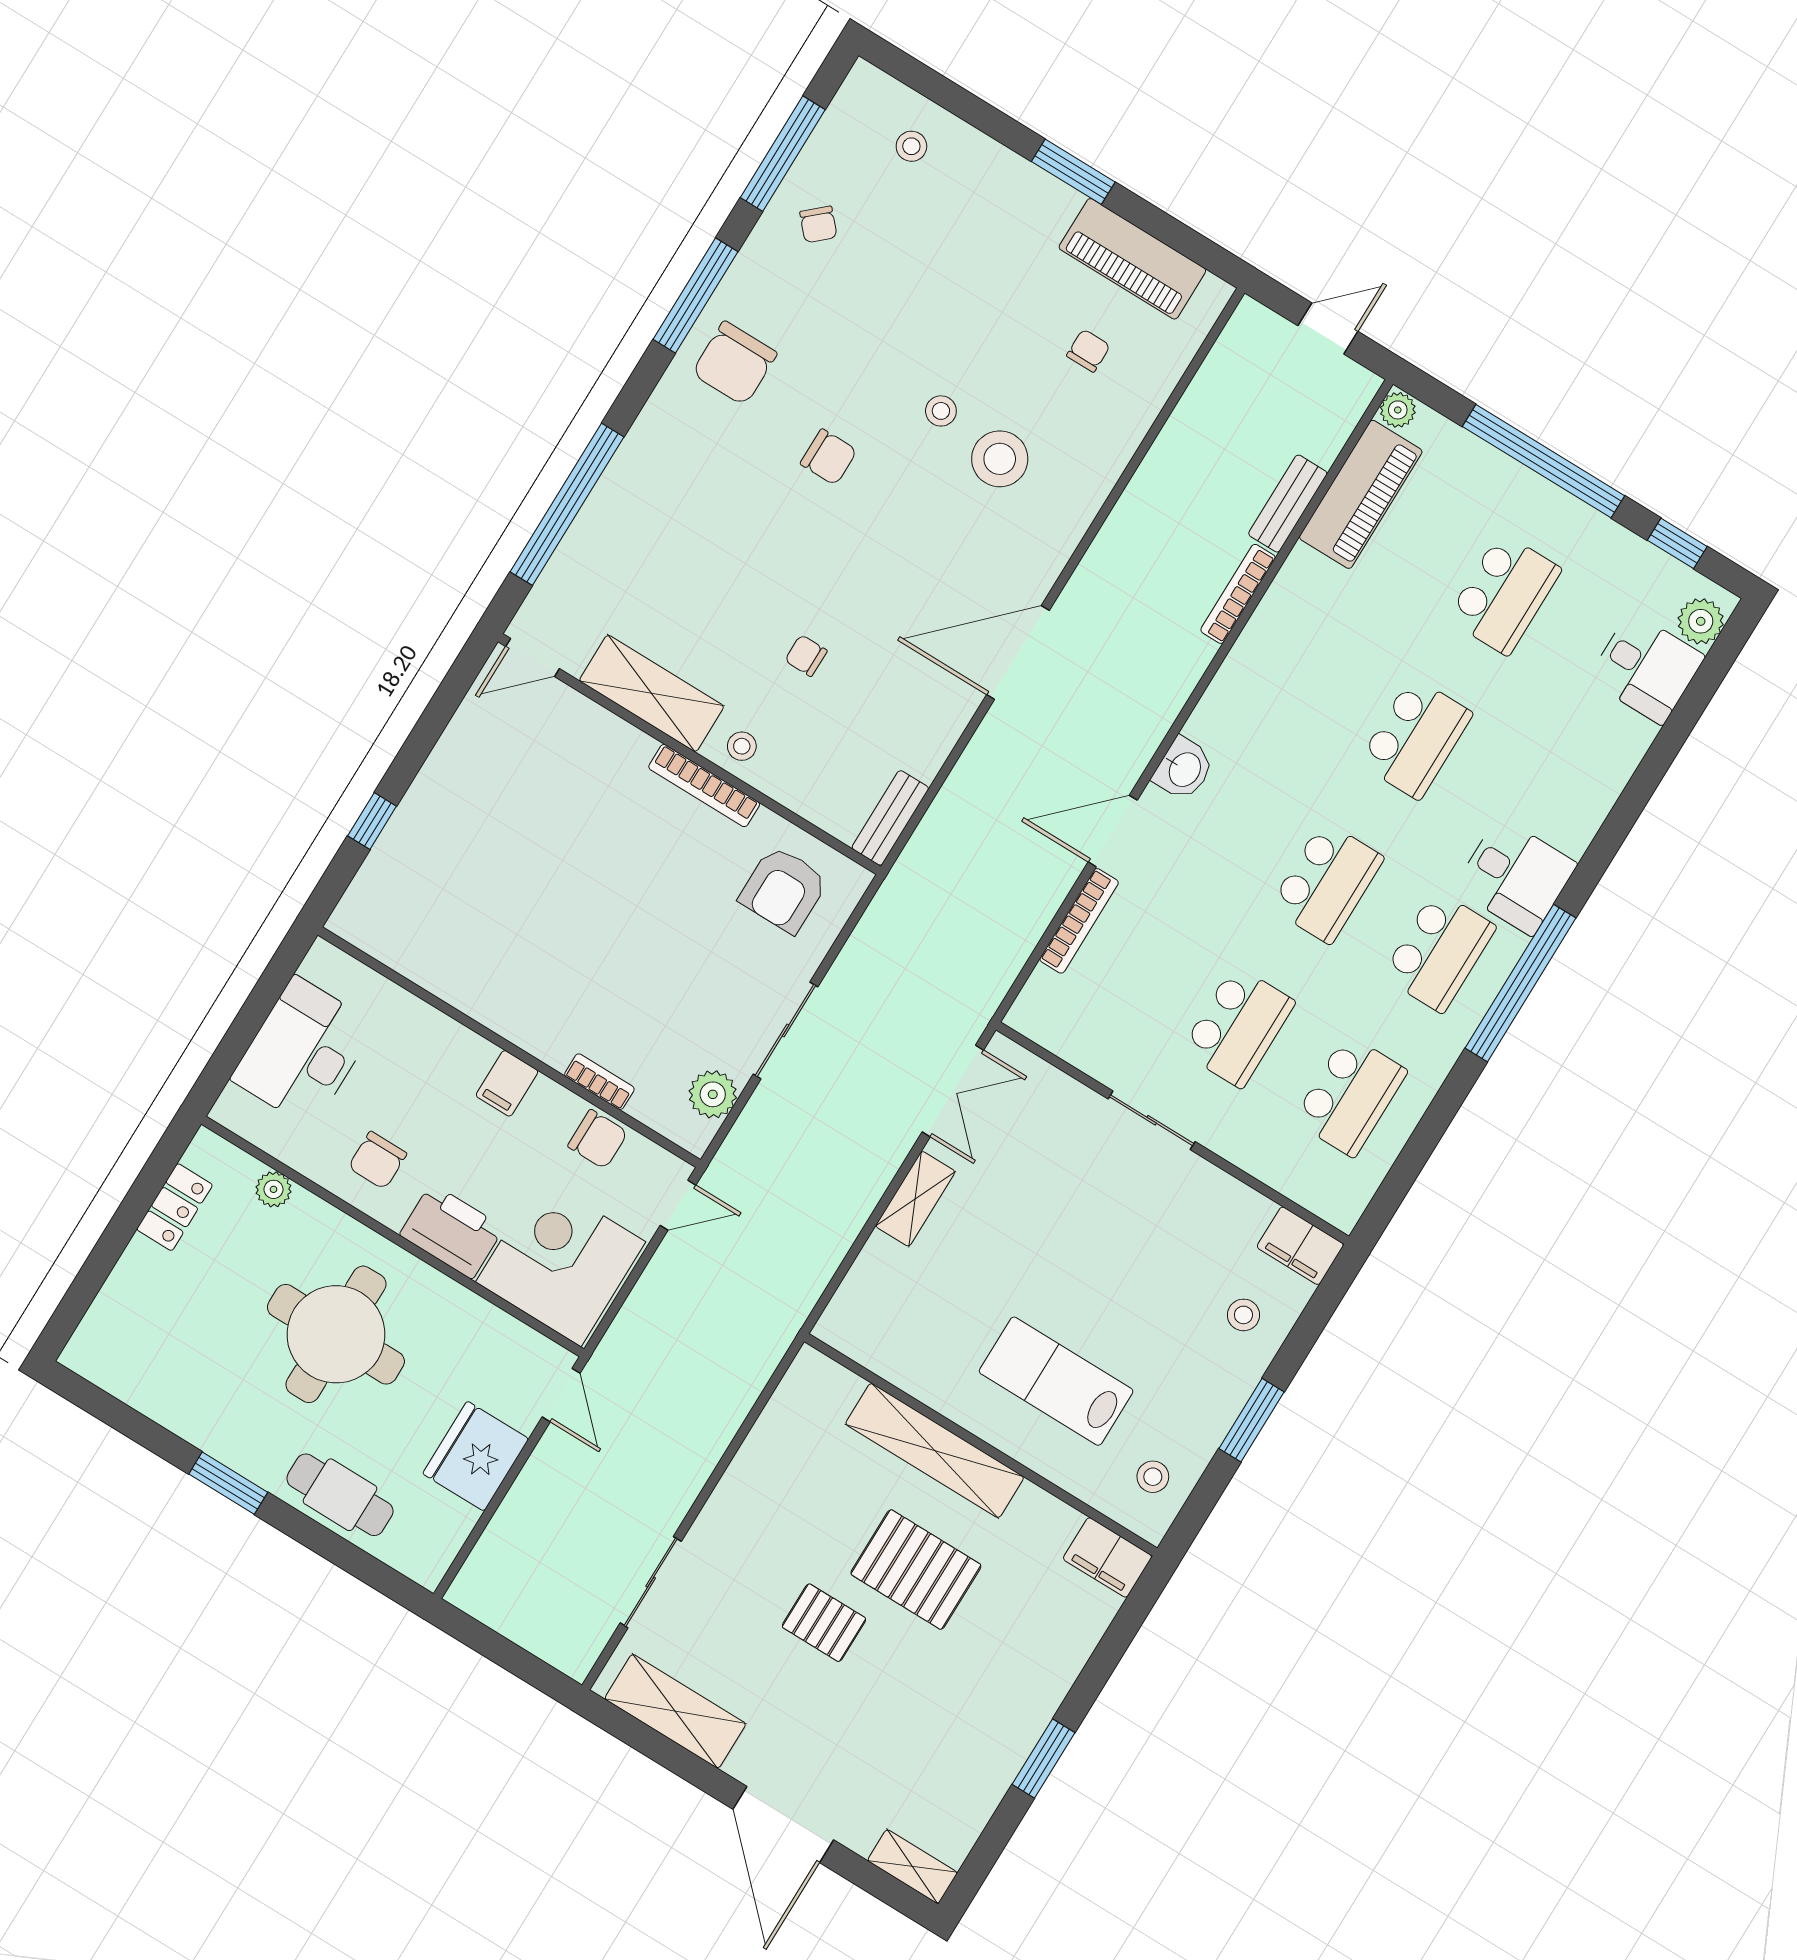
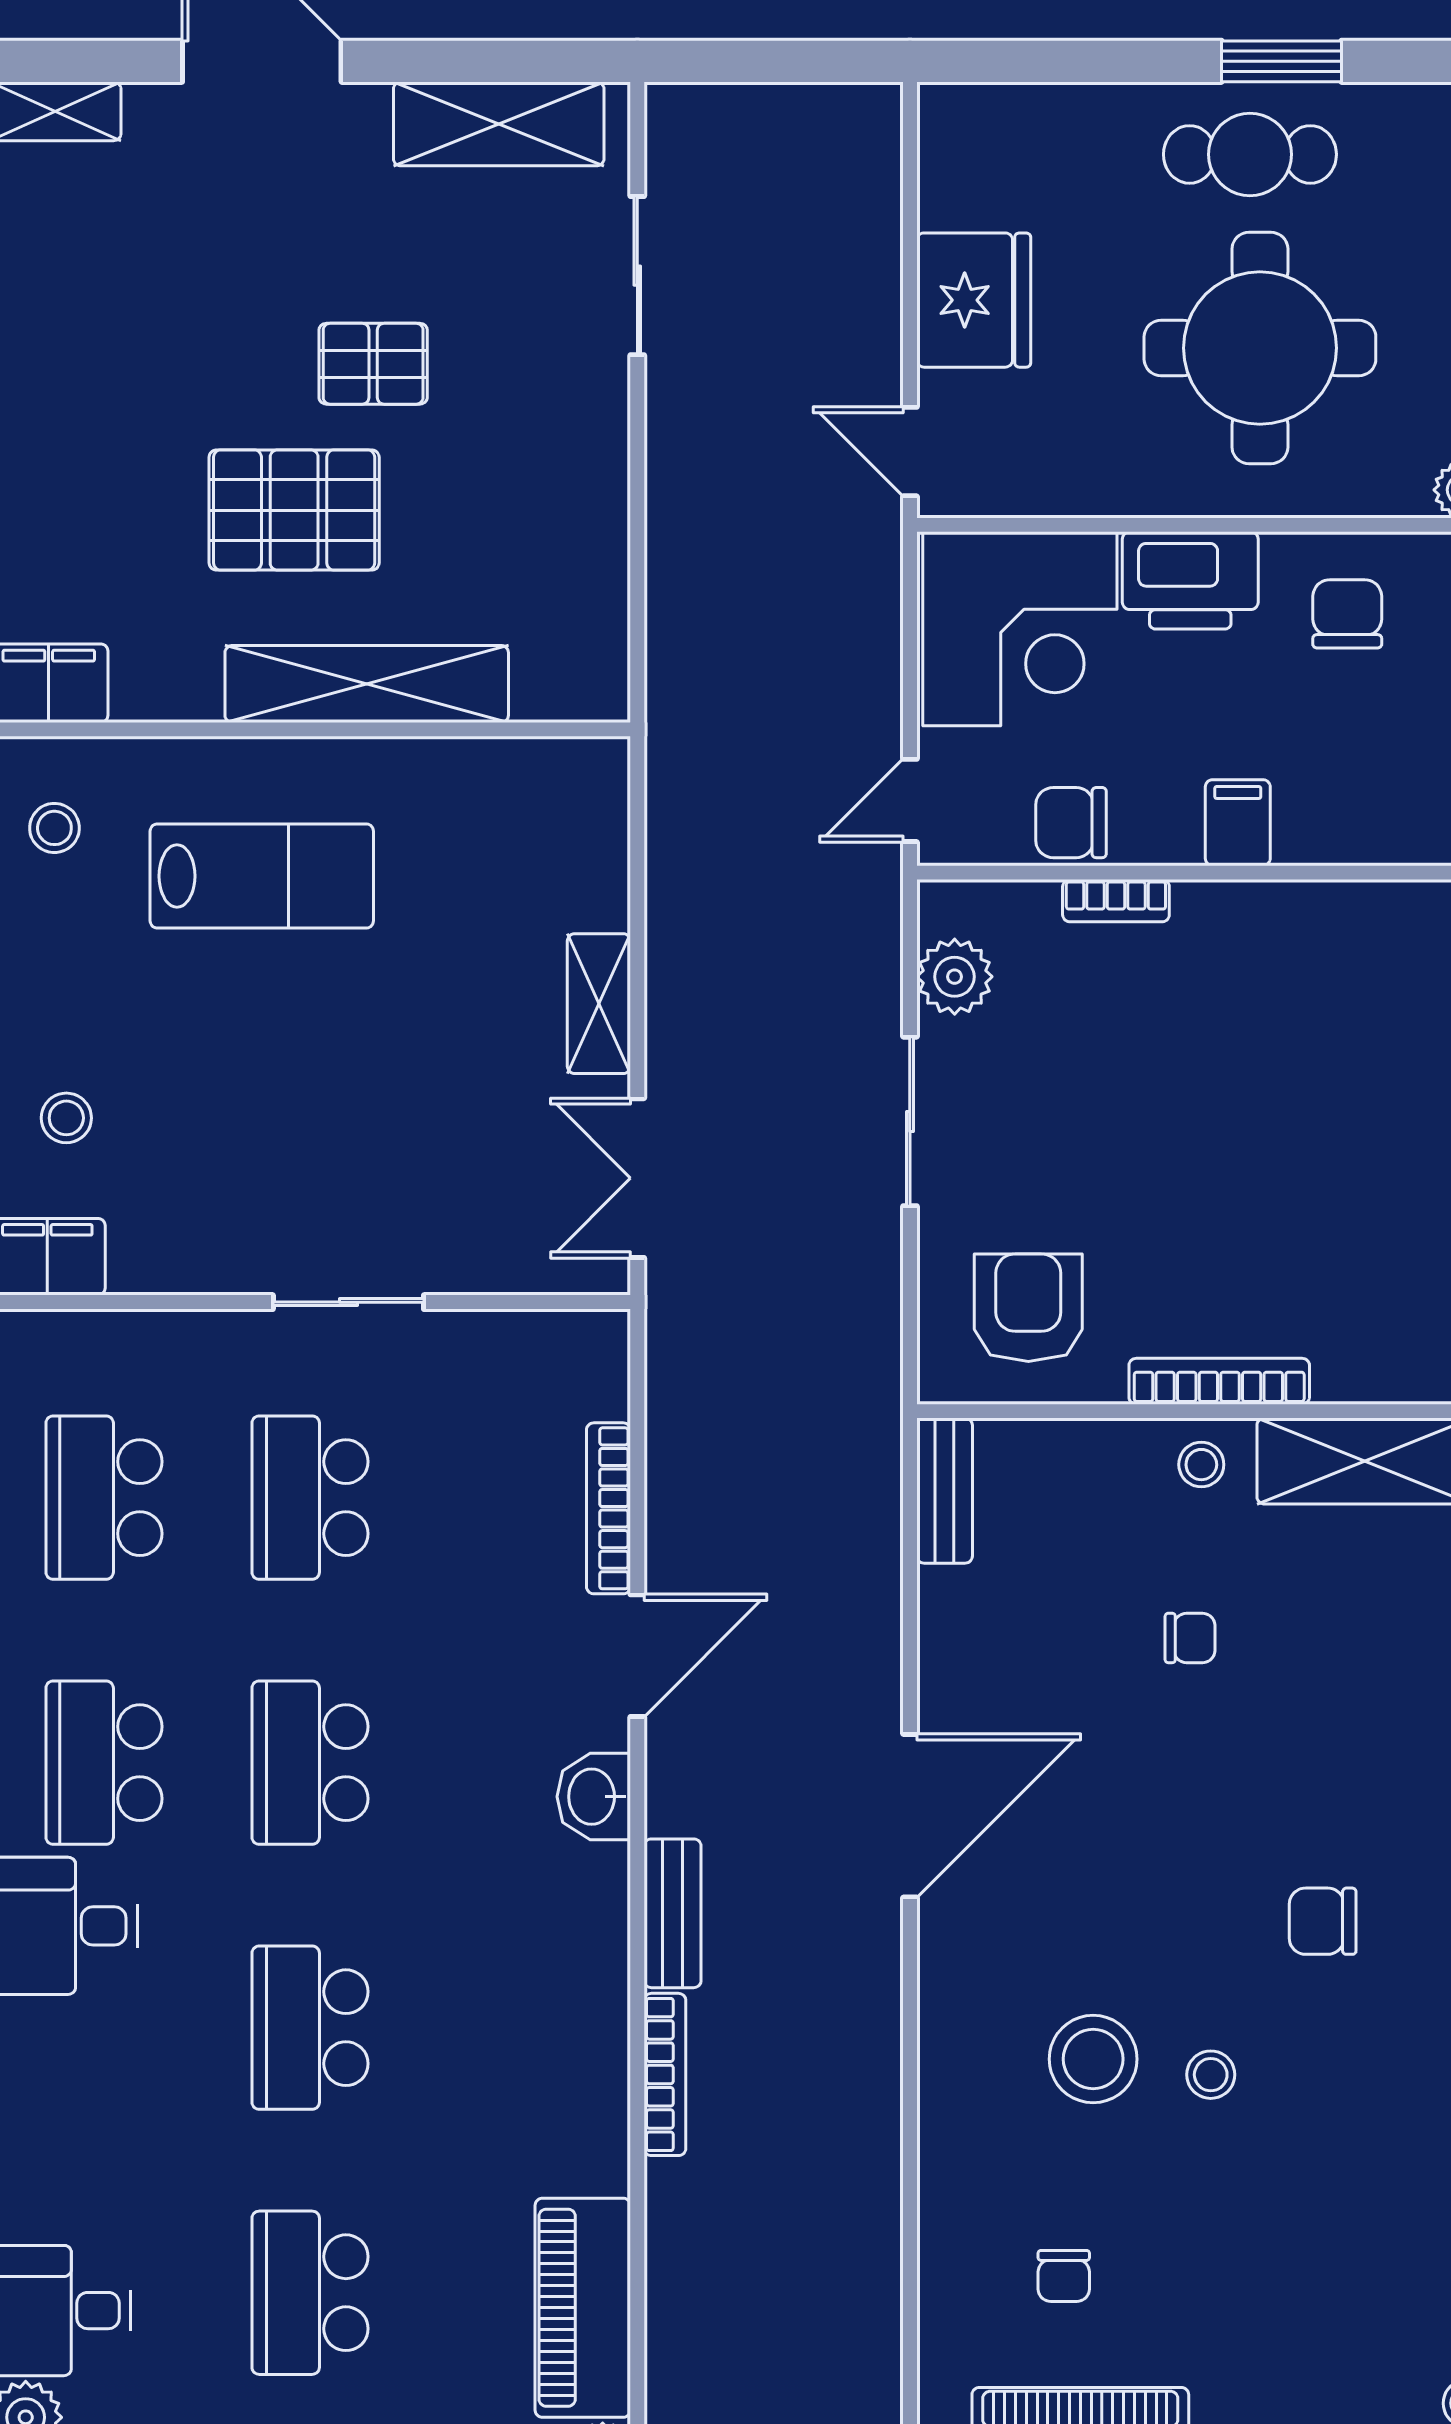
bench: (1288, 504) -> (673, 1913), moved
cafe table: (340, 1495) -> (1250, 154), moved

